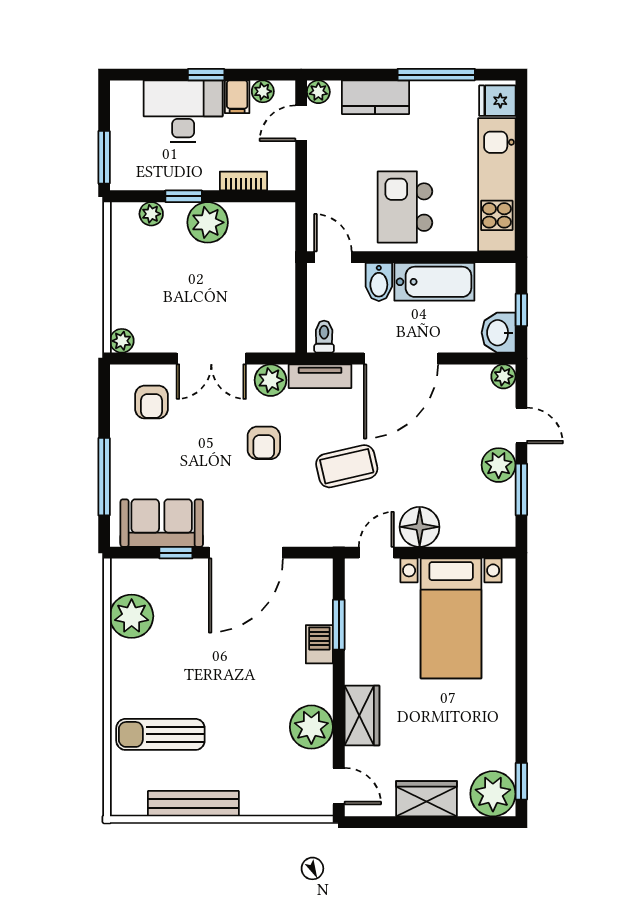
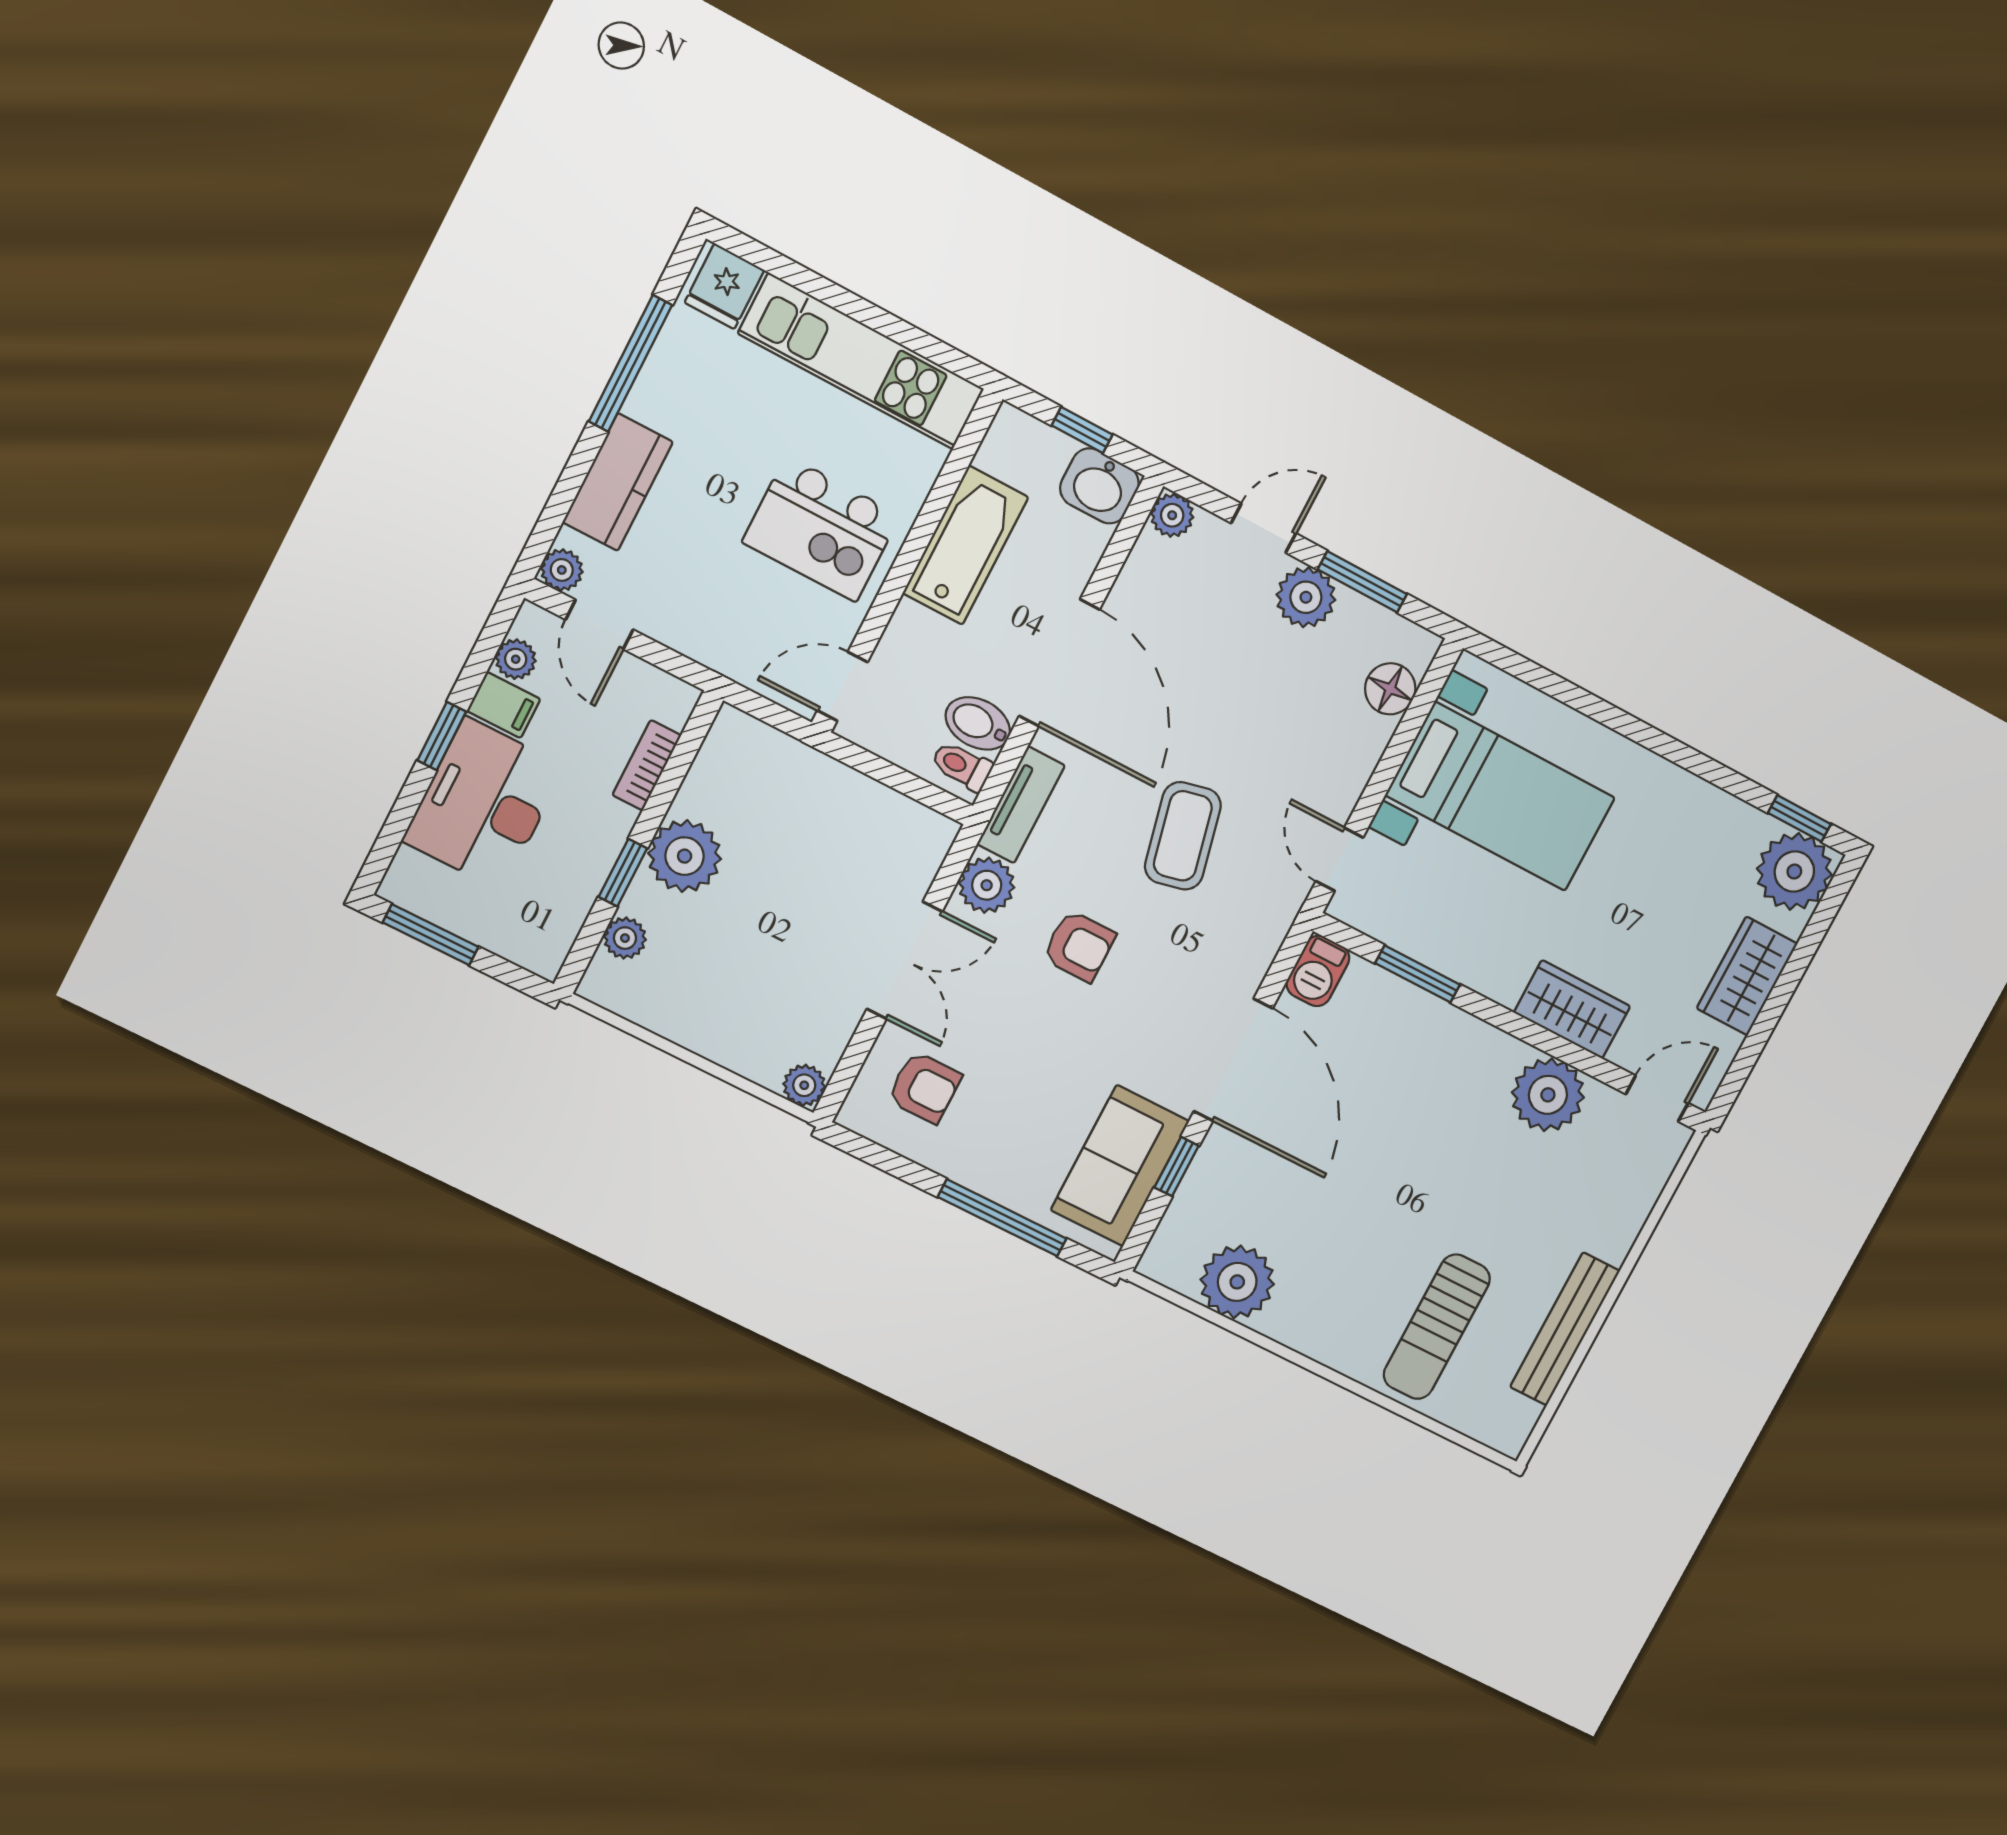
window: (104, 157) -> (431, 935), moved
bidet: (379, 282) -> (978, 723), moved, turned 180
floor lamp: (420, 527) -> (1390, 689), moved, width x0.73, depth x0.73
barbecue: (319, 644) -> (1318, 971), moved, turned -90

